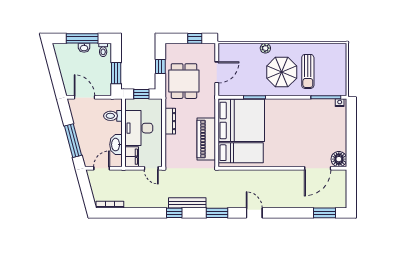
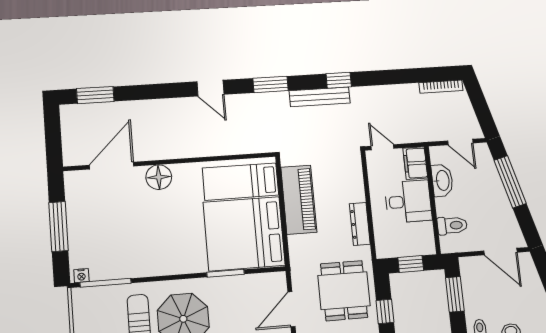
desk: (139, 128) -> (408, 202), width x0.73
window: (351, 133) -> (59, 226), added
floor lamp: (339, 159) -> (159, 177), moved
door: (102, 168) -> (460, 142), hinge flipped

